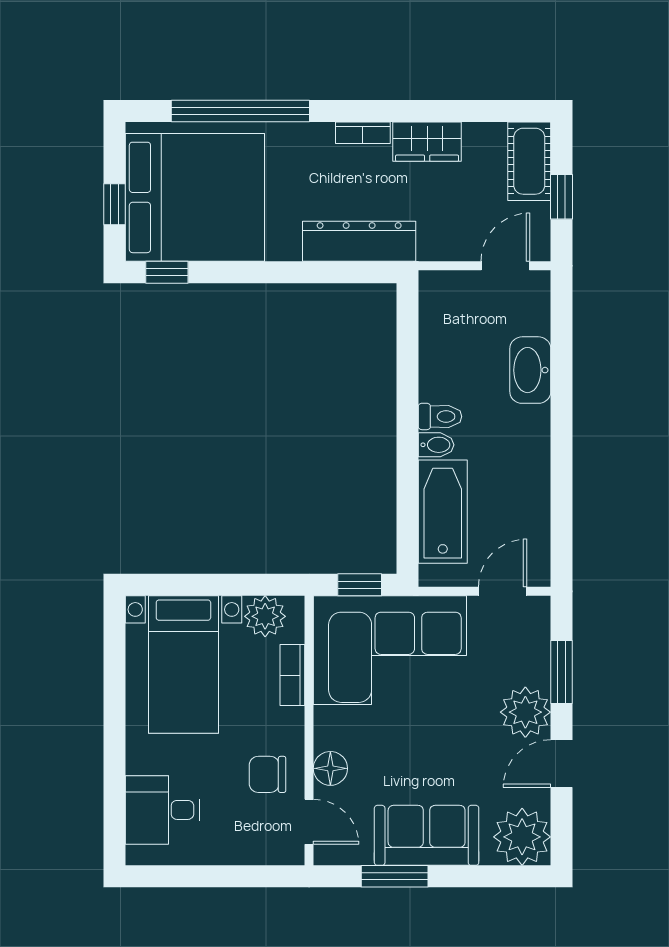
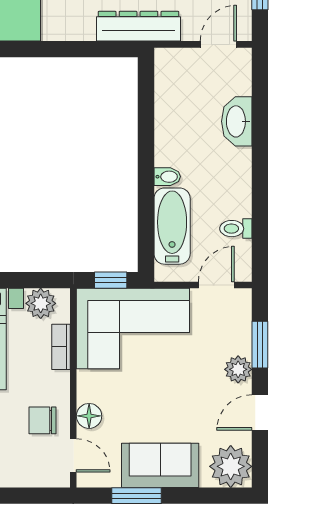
dresser: (359, 241) -> (138, 26), moved
toilet: (440, 416) -> (236, 229), moved, turned 180
plant: (525, 712) -> (238, 369), width x0.73, depth x0.73

